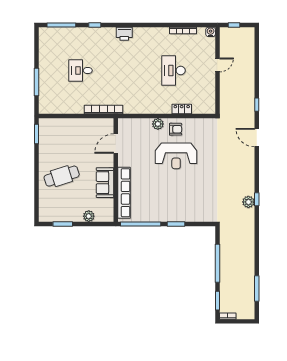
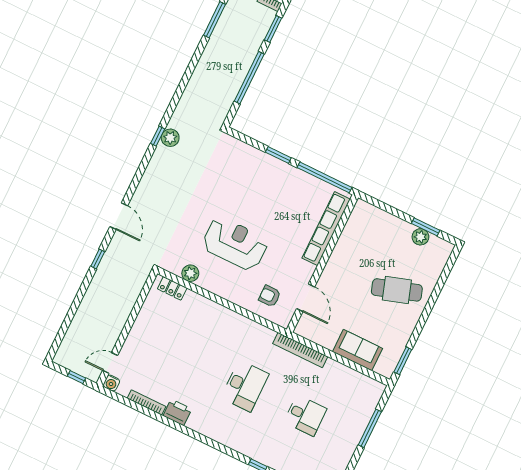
printer: (124, 34) -> (177, 412), moved
door: (217, 65) -> (110, 363), moved
desk: (173, 70) -> (245, 386), moved
locker: (182, 109) -> (172, 288), moved
plant: (158, 124) -> (190, 273), moved
armchair: (176, 129) -> (270, 296), moved
door: (116, 144) -> (306, 298), hinge flipped
sofa: (105, 183) -> (357, 350), moved, turned -90
plant: (89, 216) -> (420, 237), moved

